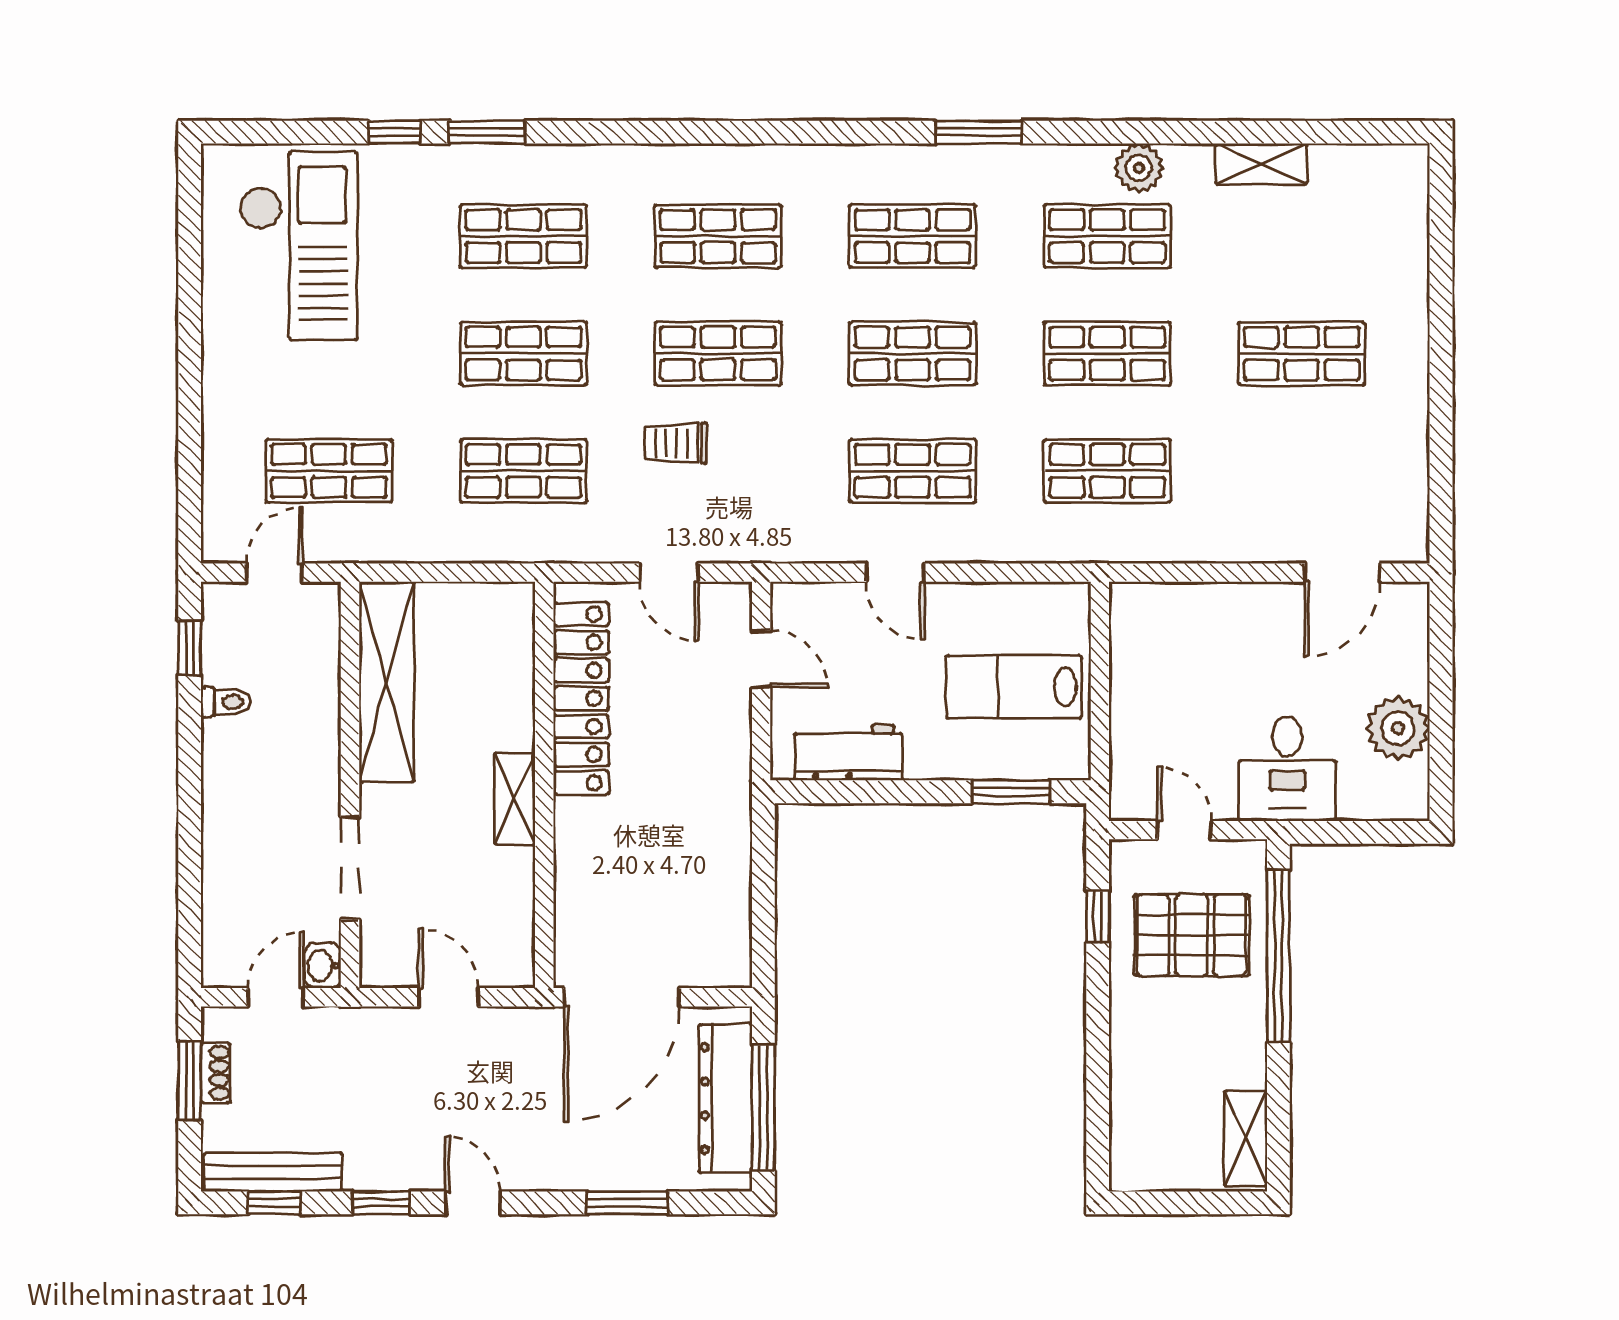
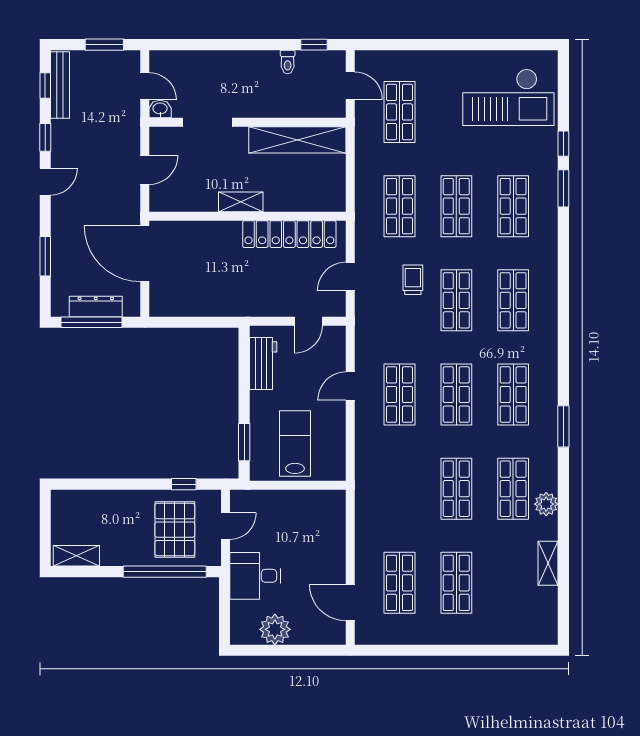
shop shelf: (1107, 471) -> (399, 583), moved
shoe rack: (216, 1073) -> (108, 57), removed
dresser: (726, 1098) -> (96, 306), width x0.73, depth x0.80

